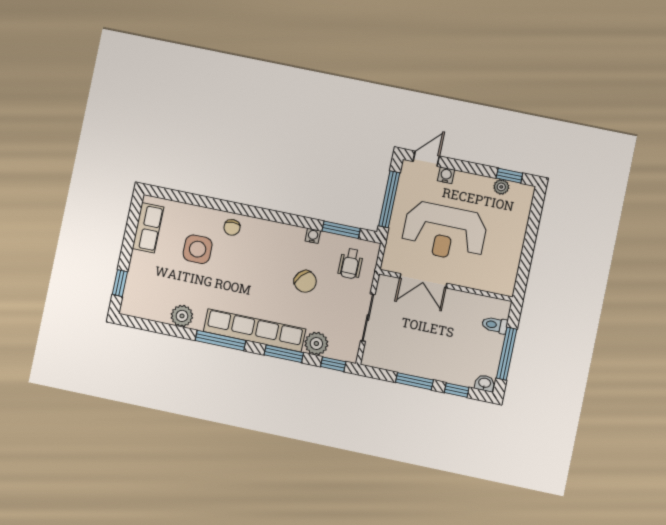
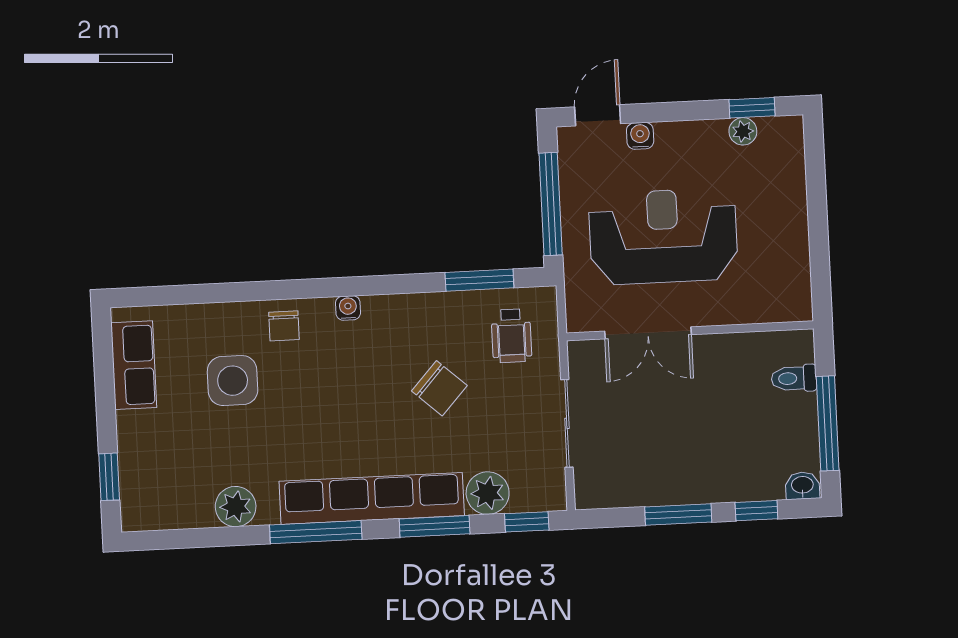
reception desk: (444, 232) -> (663, 236), turned 180
water cooler: (313, 236) -> (348, 308), moved

